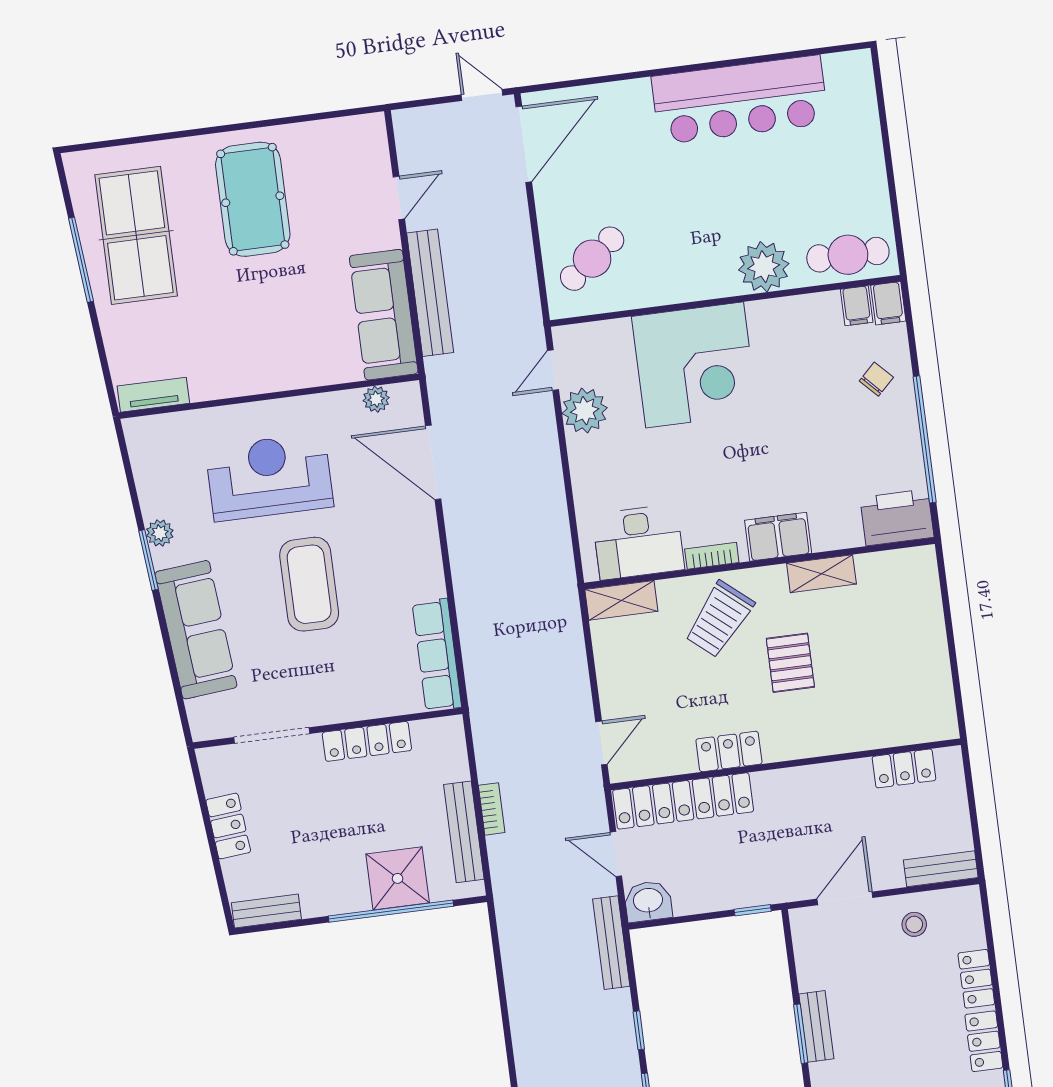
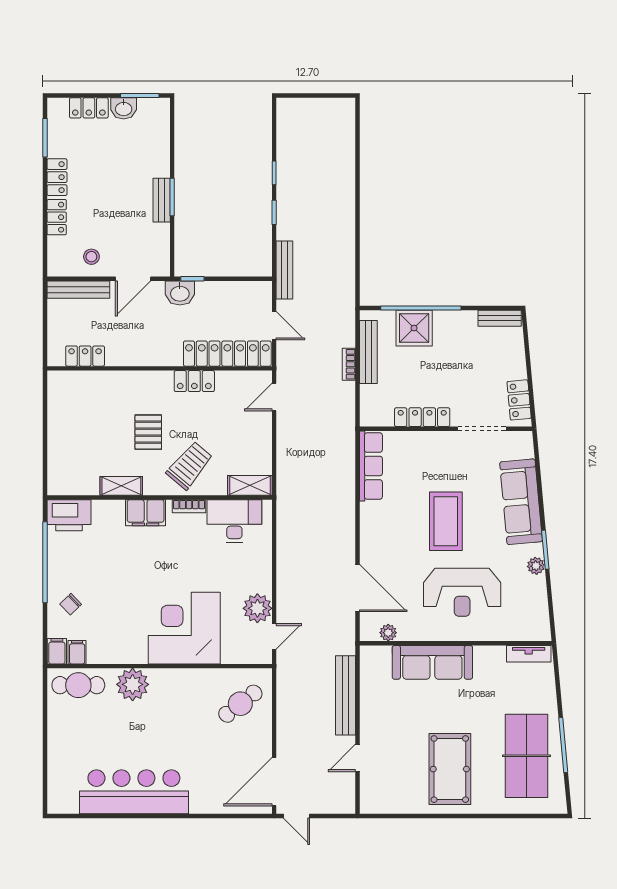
sofa: (384, 315) -> (432, 662), moved, turned 90
locker: (228, 826) -> (519, 400), moved
bench: (941, 869) -> (78, 290), width x1.36
washbasin: (648, 901) -> (180, 293), moved

